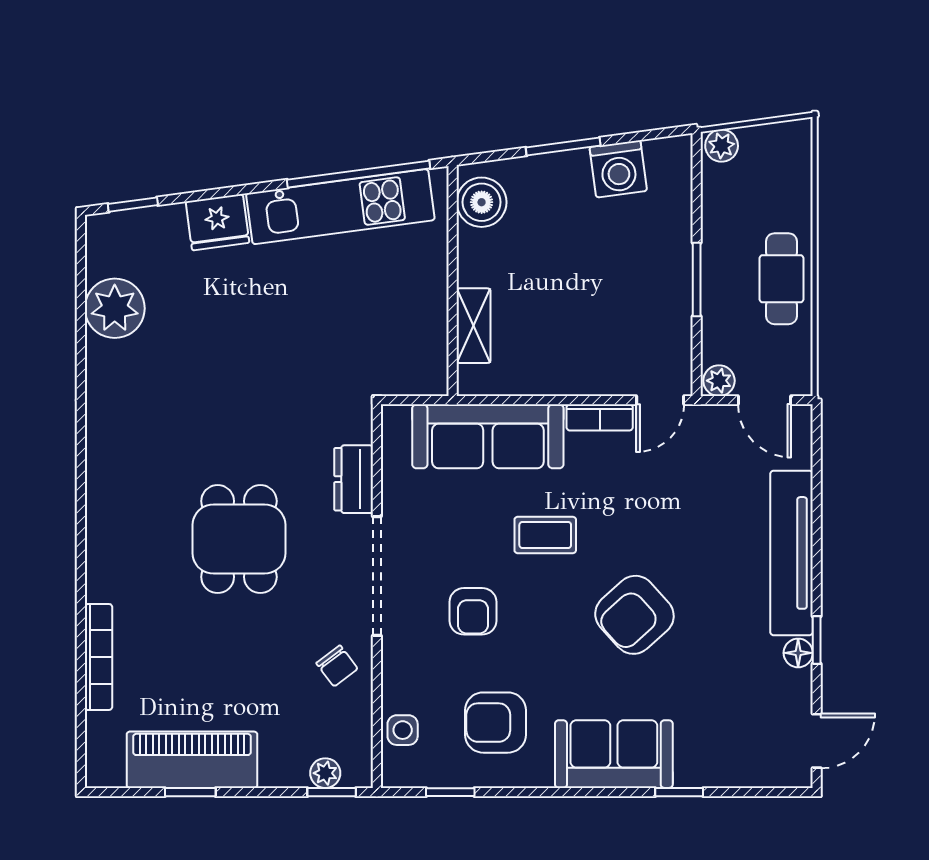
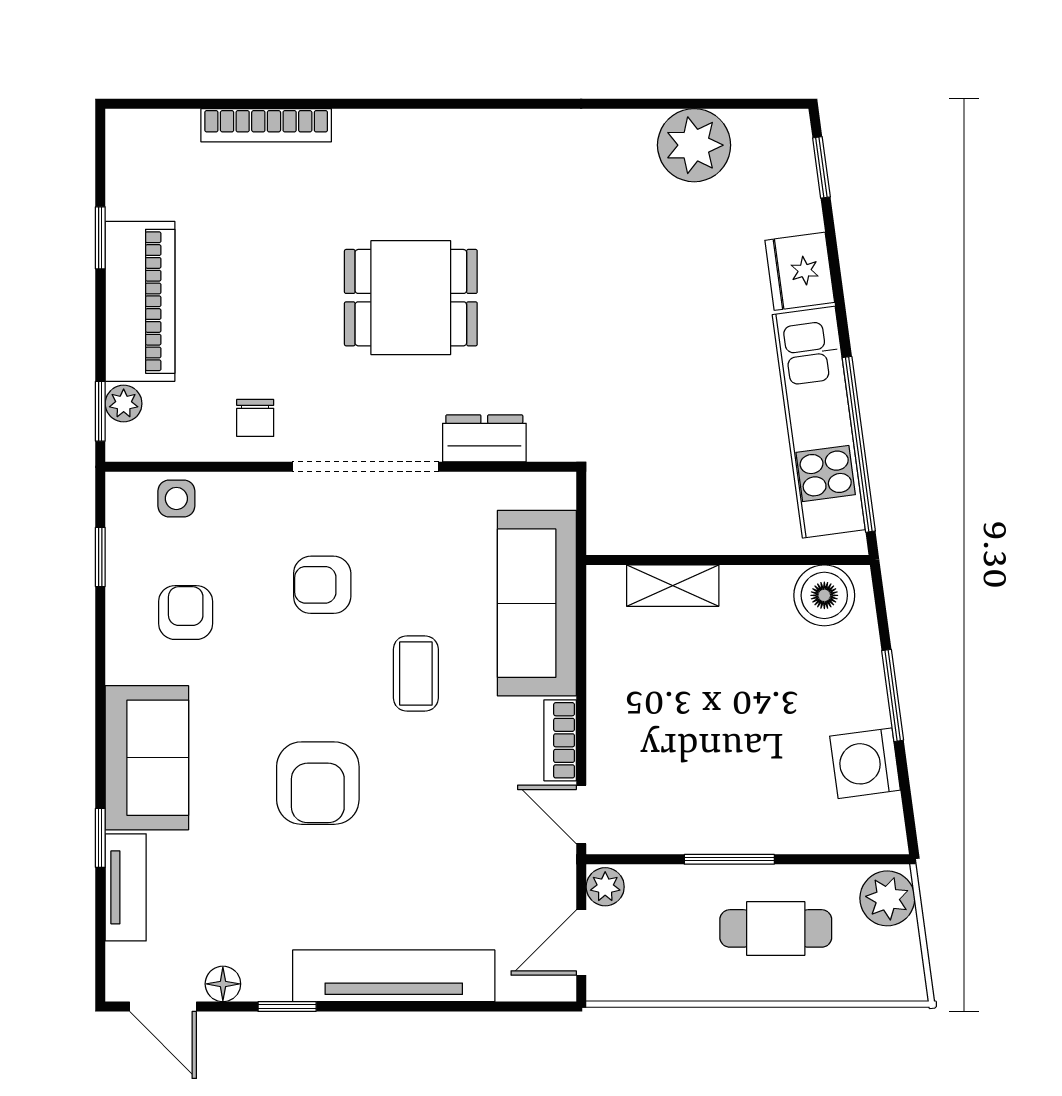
plant: (722, 146) -> (887, 898), width x1.38, depth x1.38
cafe table: (781, 279) -> (776, 928), moved
armchair: (634, 615) -> (318, 783), turned -138
floor lamp: (798, 653) -> (223, 984), moved
chair: (337, 666) -> (255, 418), turned -53
armchair: (496, 723) -> (186, 613), width x0.72, depth x0.72
piano: (192, 760) -> (140, 301), moved
tv unit: (719, 771) -> (126, 887), added

